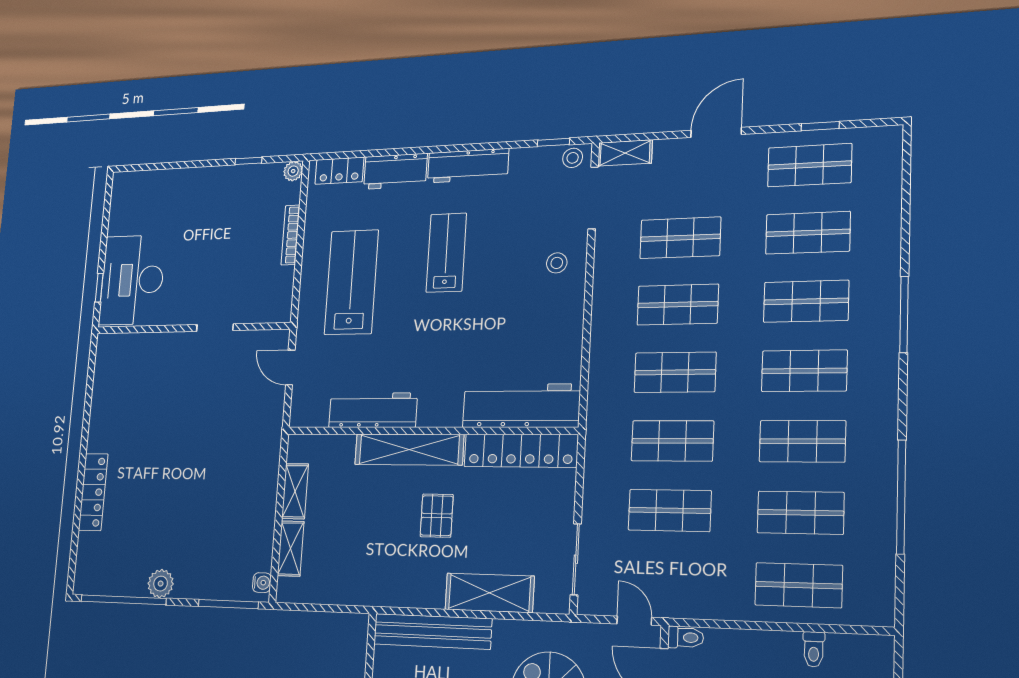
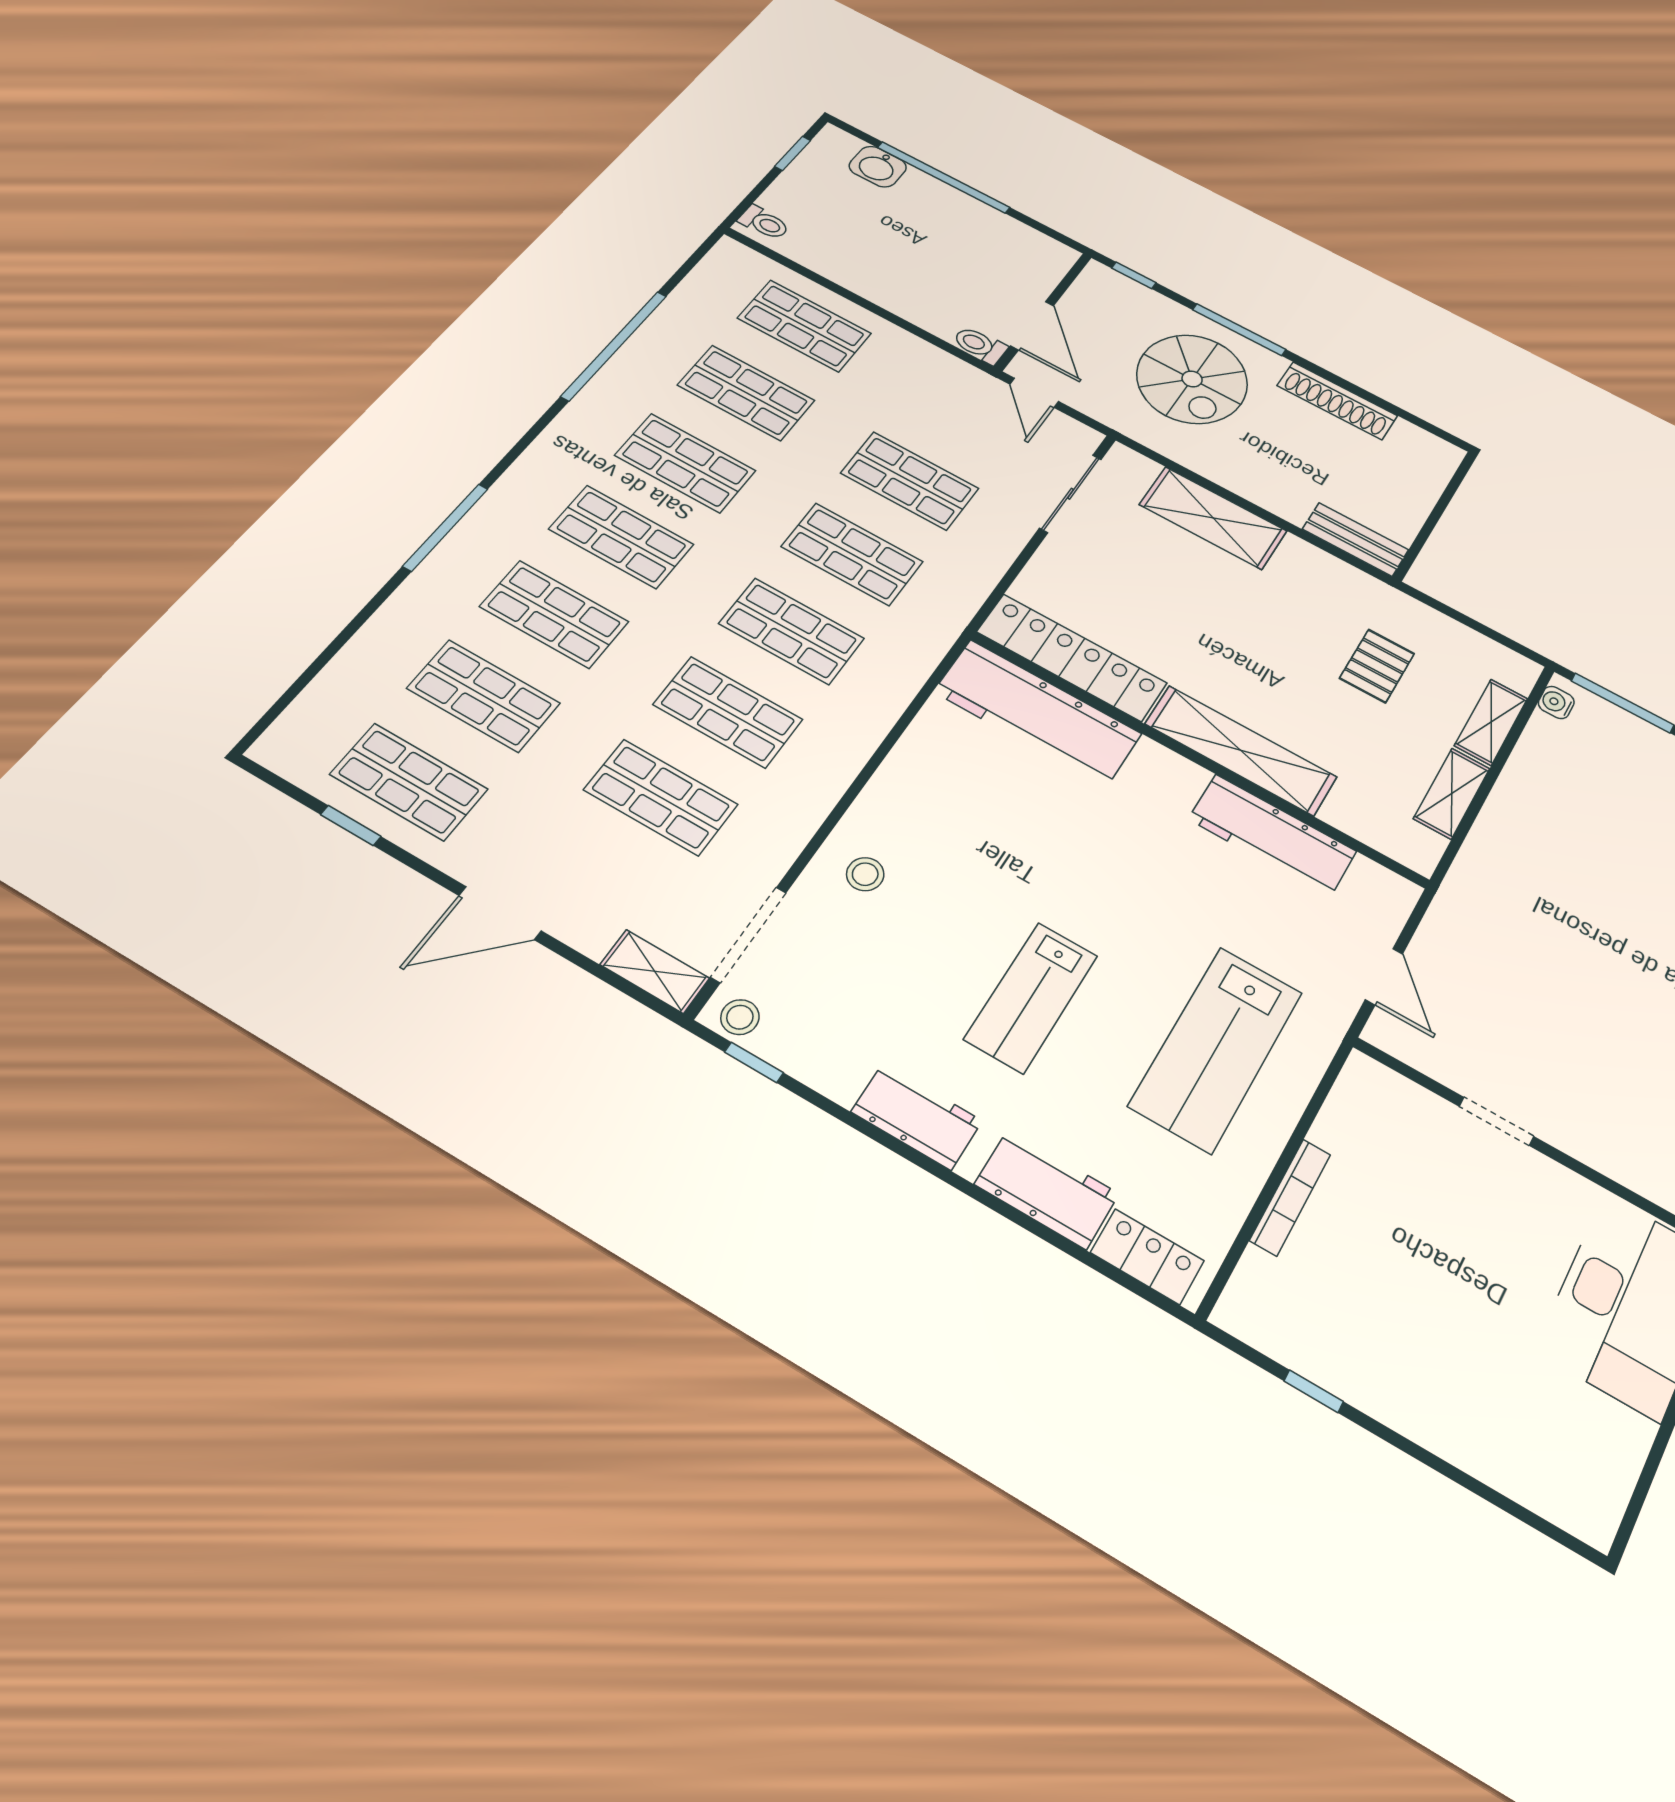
workbench: (468, 166) -> (917, 1116), width x0.73
plant: (293, 171) -> (1235, 1313), removed
pallet: (437, 516) -> (1377, 666), moved
bench: (432, 631) -> (1355, 539), width x0.54, depth x0.82
toilet: (814, 649) -> (764, 223), moved, turned 90

